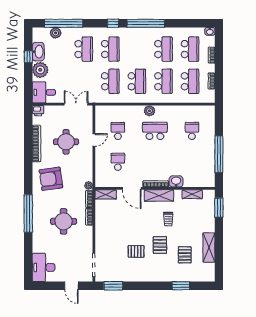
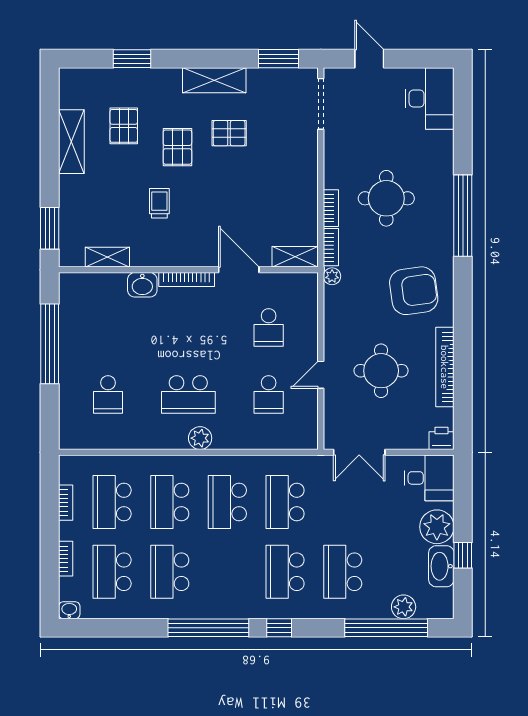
shelving: (159, 195) -> (214, 80), moved

